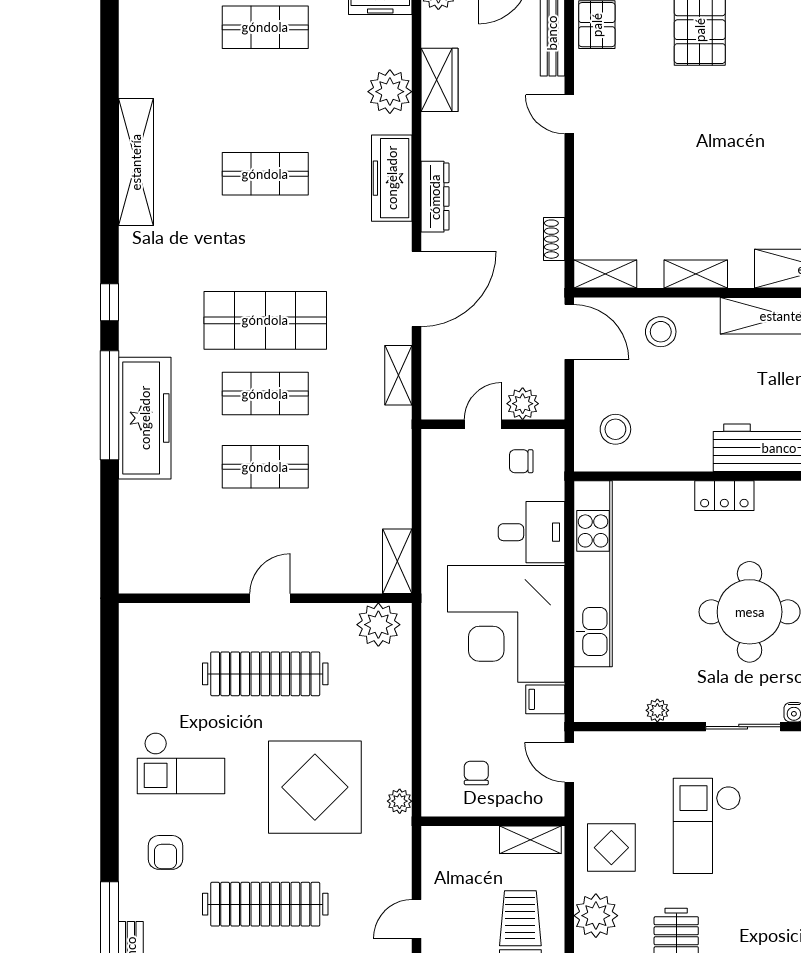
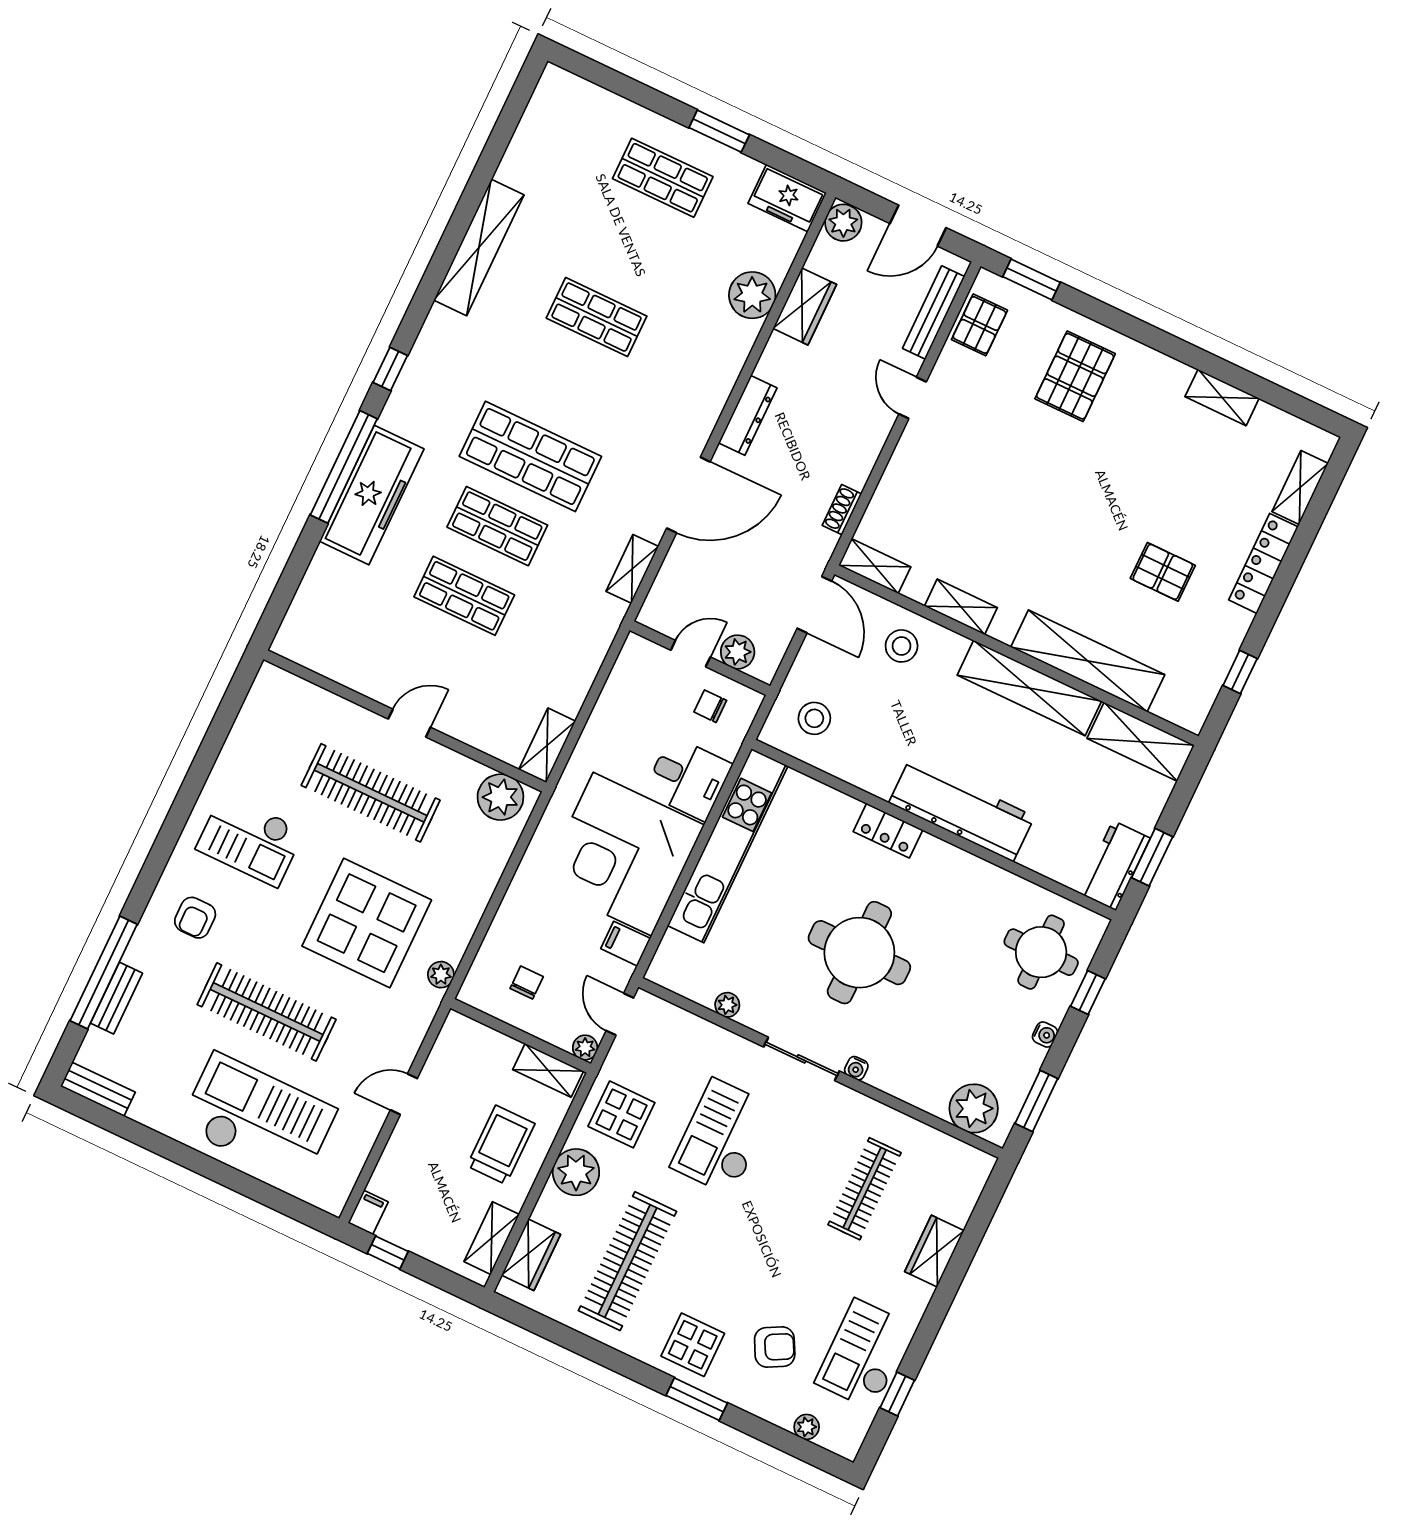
freezer: (392, 178) -> (715, 378), removed
plant: (553, 805) -> (585, 1048), added

